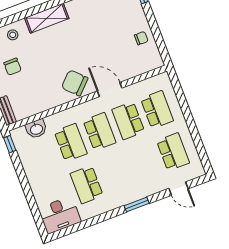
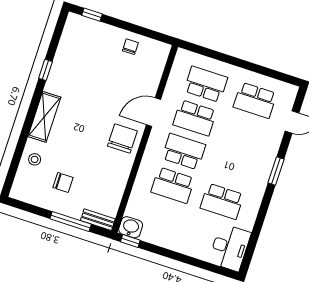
chair: (75, 83) -> (122, 139), turned 135
washbasin: (36, 129) -> (131, 227), moved, turned -90
school desk: (71, 142) -> (173, 185), turned 180
school desk: (173, 152) -> (255, 100), turned 180

